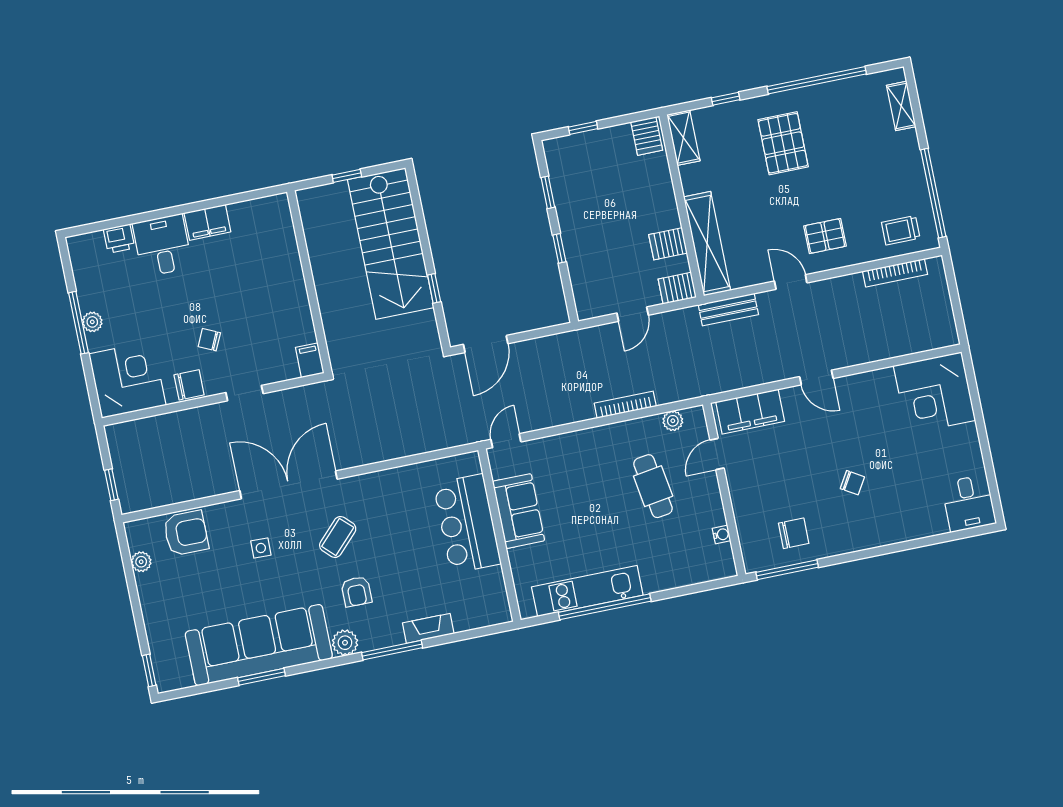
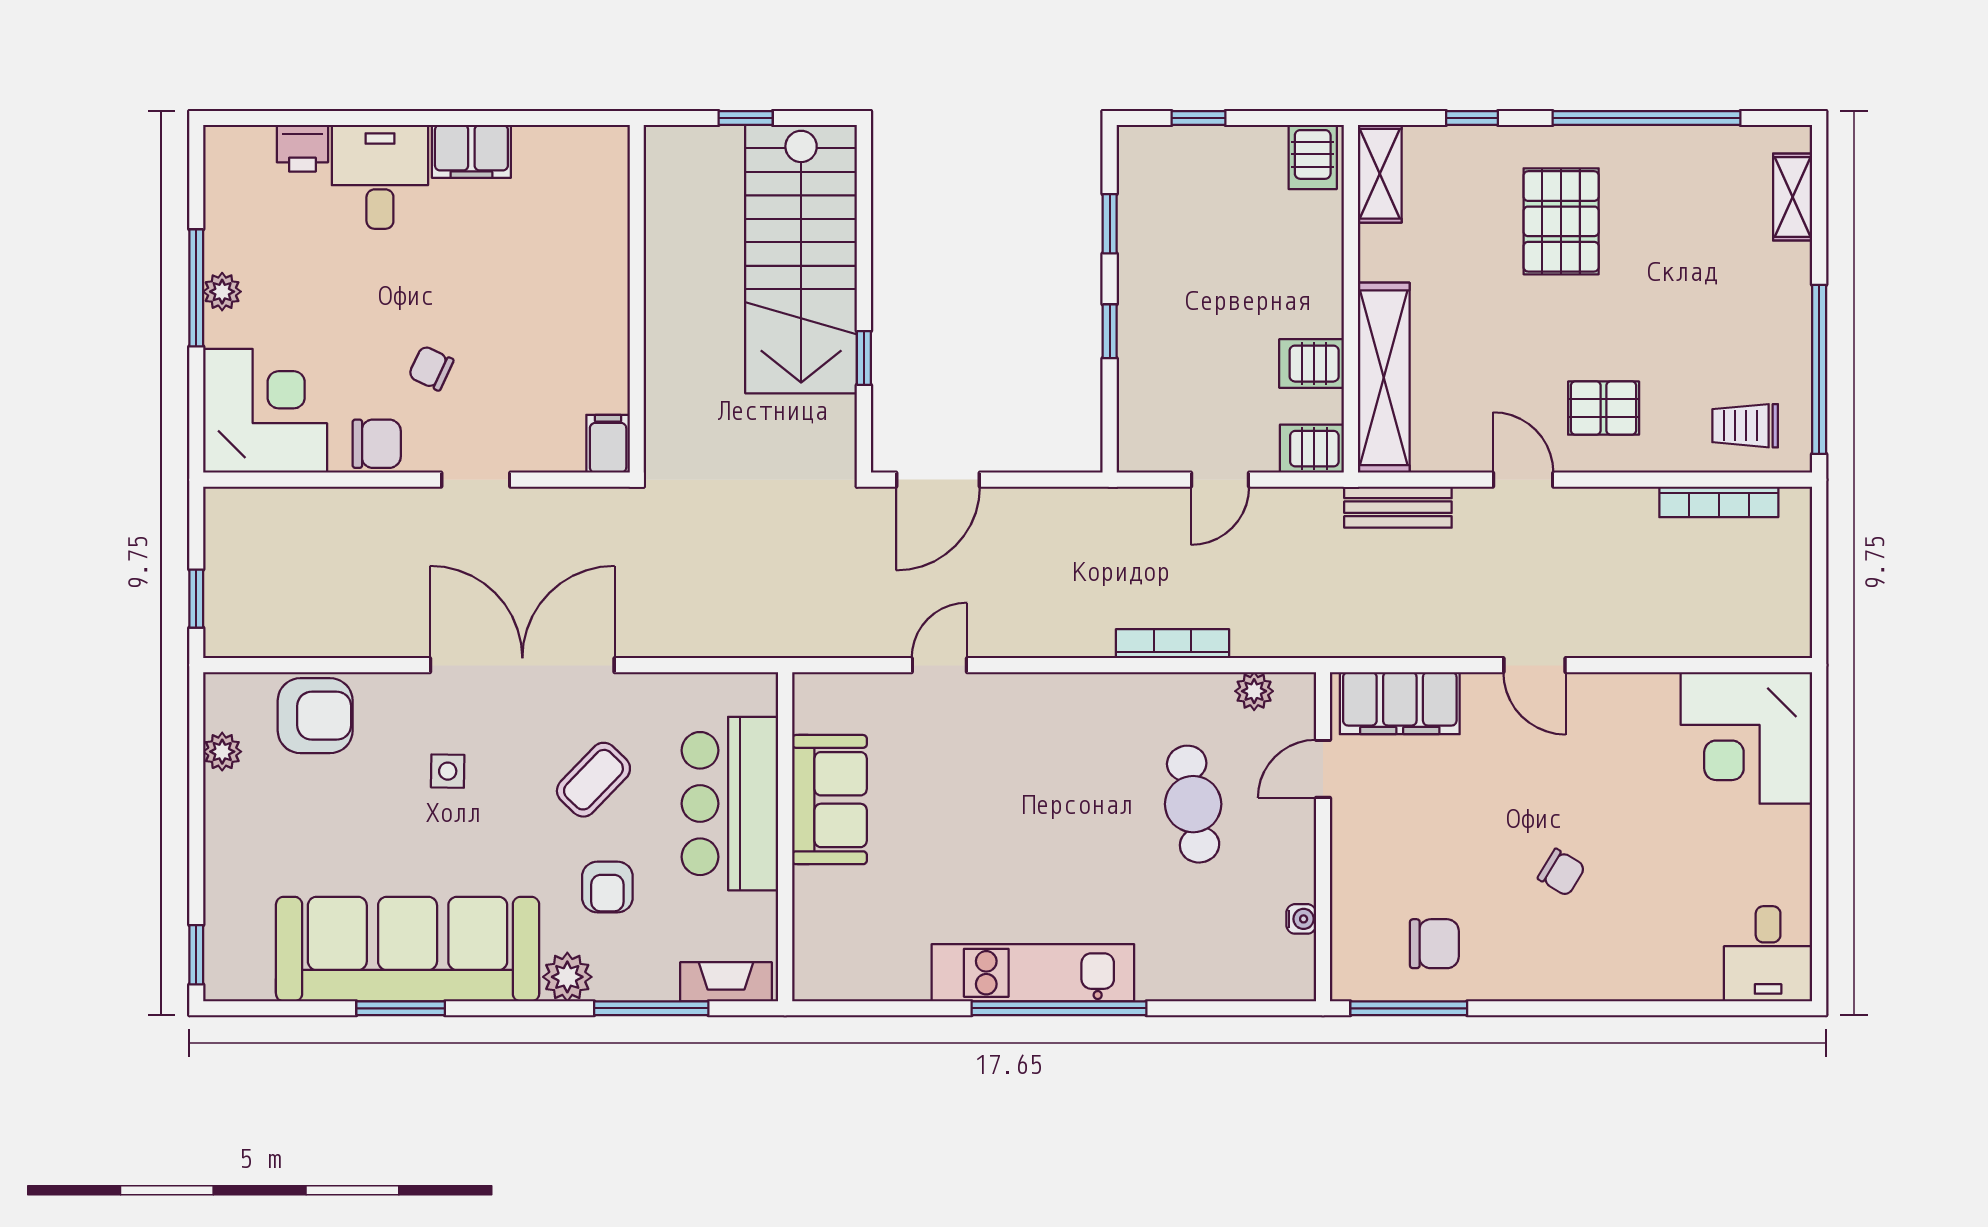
sofa: (518, 511) -> (829, 800), moved
bar counter: (467, 524) -> (730, 804), moved
wall: (499, 535) -> (785, 837), moved

